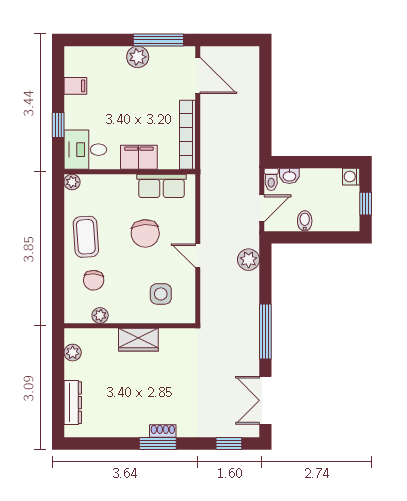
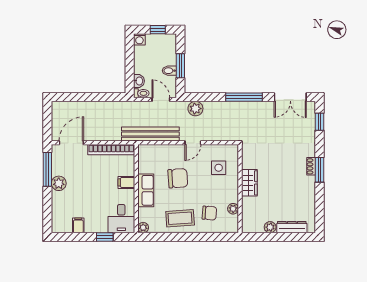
filing cabinet: (139, 157) -> (126, 182), width x0.50
row of seats: (162, 186) -> (146, 190), moved
bench: (211, 193) -> (150, 134), added
window: (312, 237) -> (180, 66), added
plant: (73, 353) -> (270, 227), moved

